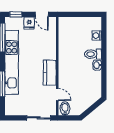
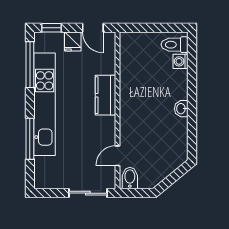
toilet: (93, 54) -> (175, 45), moved
kitchen counter: (50, 73) -> (106, 95), moved
door: (57, 95) -> (117, 156), swing flipped

